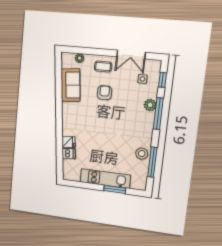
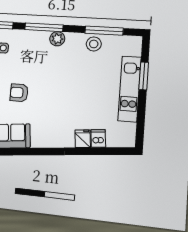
plant: (150, 105) -> (57, 39), moved

